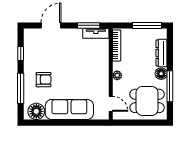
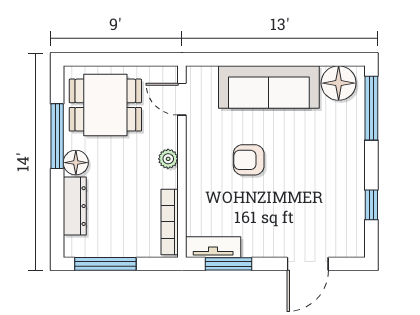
armchair: (44, 80) -> (249, 160), moved
window: (21, 88) -> (371, 108), moved

